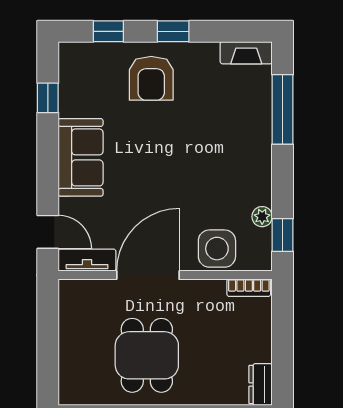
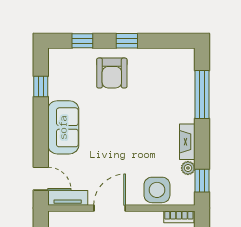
fireplace: (246, 53) -> (187, 142), moved, turned 90
door: (148, 275) -> (110, 208), width x0.73

